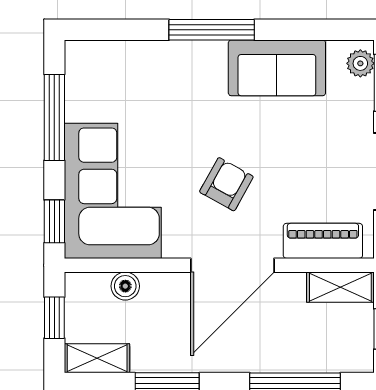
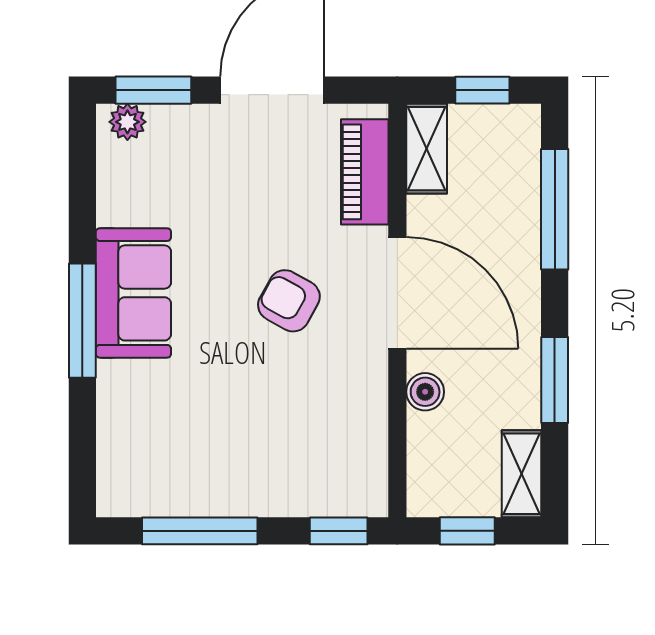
sofa: (277, 68) -> (133, 293), moved
corner sofa: (113, 191) -> (298, 453), removed
boiler: (125, 286) -> (425, 392), moved

